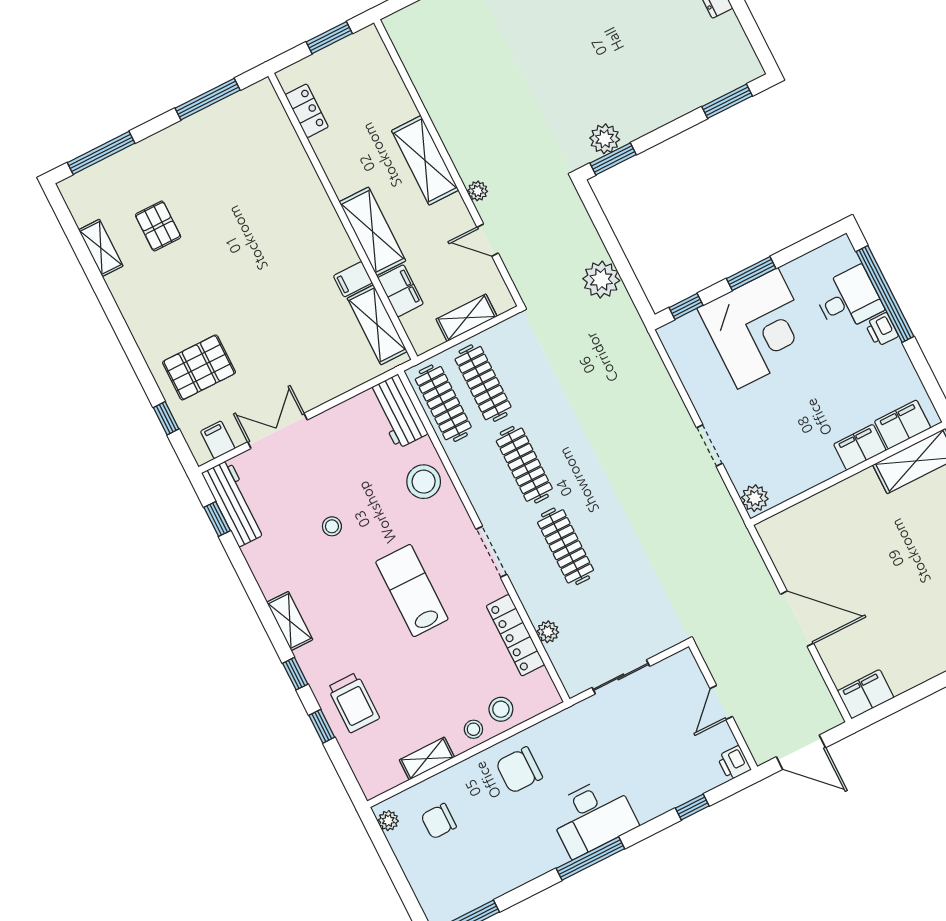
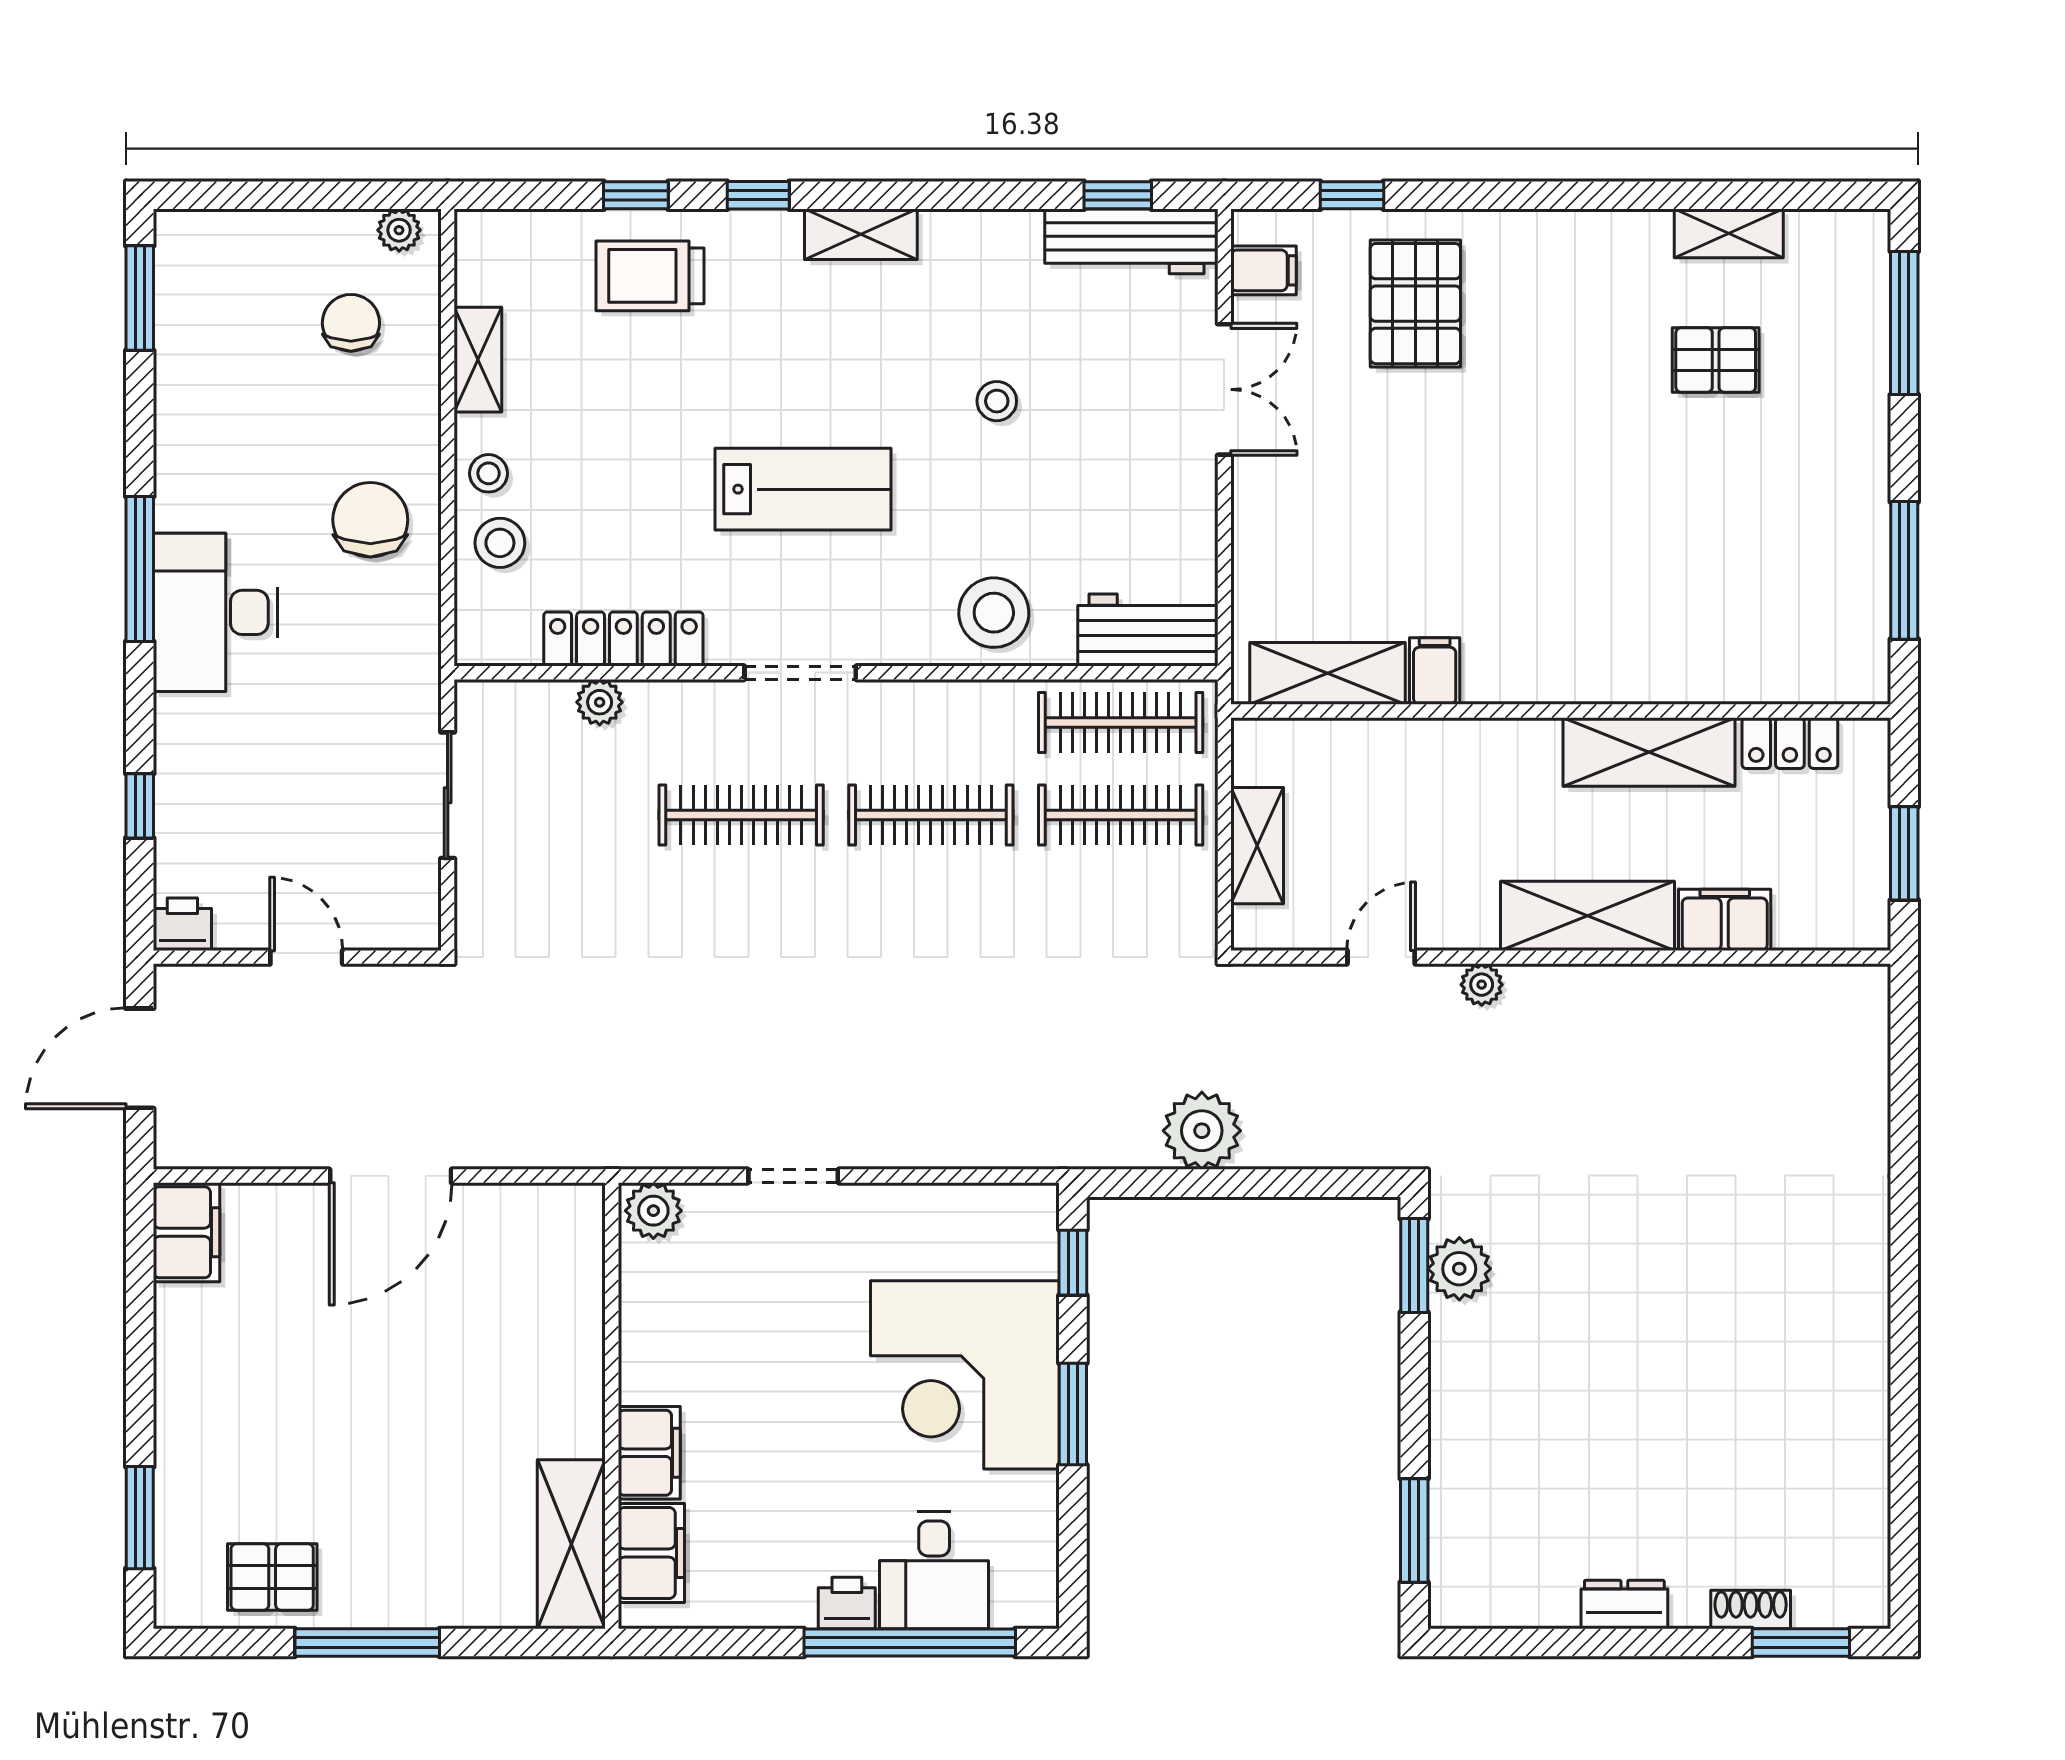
shelving: (372, 231) -> (1649, 752), moved
filing cabinet: (400, 291) -> (1725, 920), moved, turned 180

